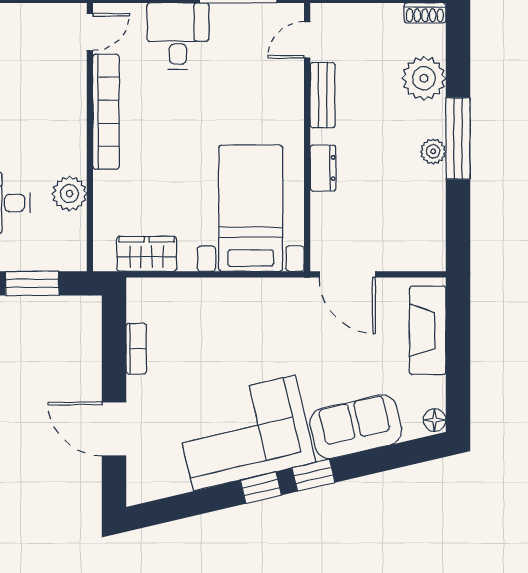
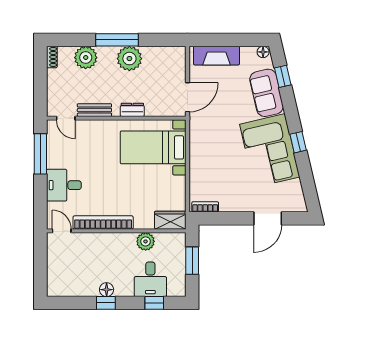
plant: (433, 151) -> (129, 59), width x1.87, depth x1.87
wardrobe: (147, 254) -> (170, 220), moved, turned 90
bookcase: (136, 349) -> (205, 207), moved
window: (313, 475) -> (283, 76), moved

